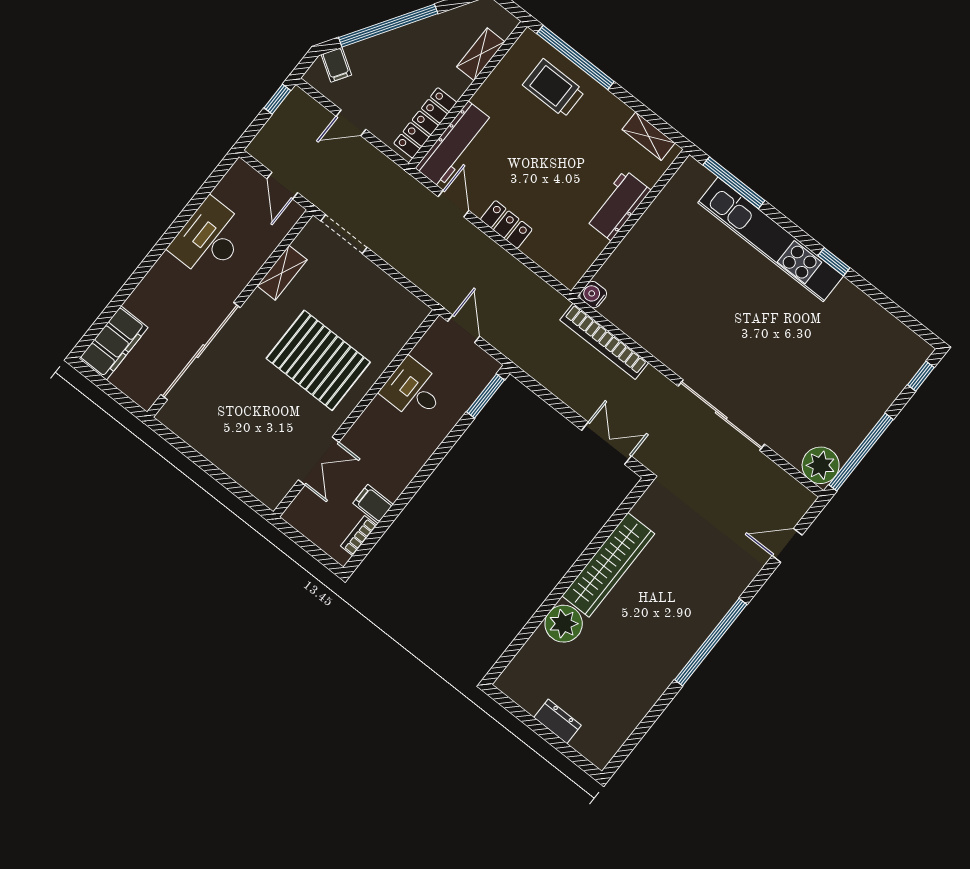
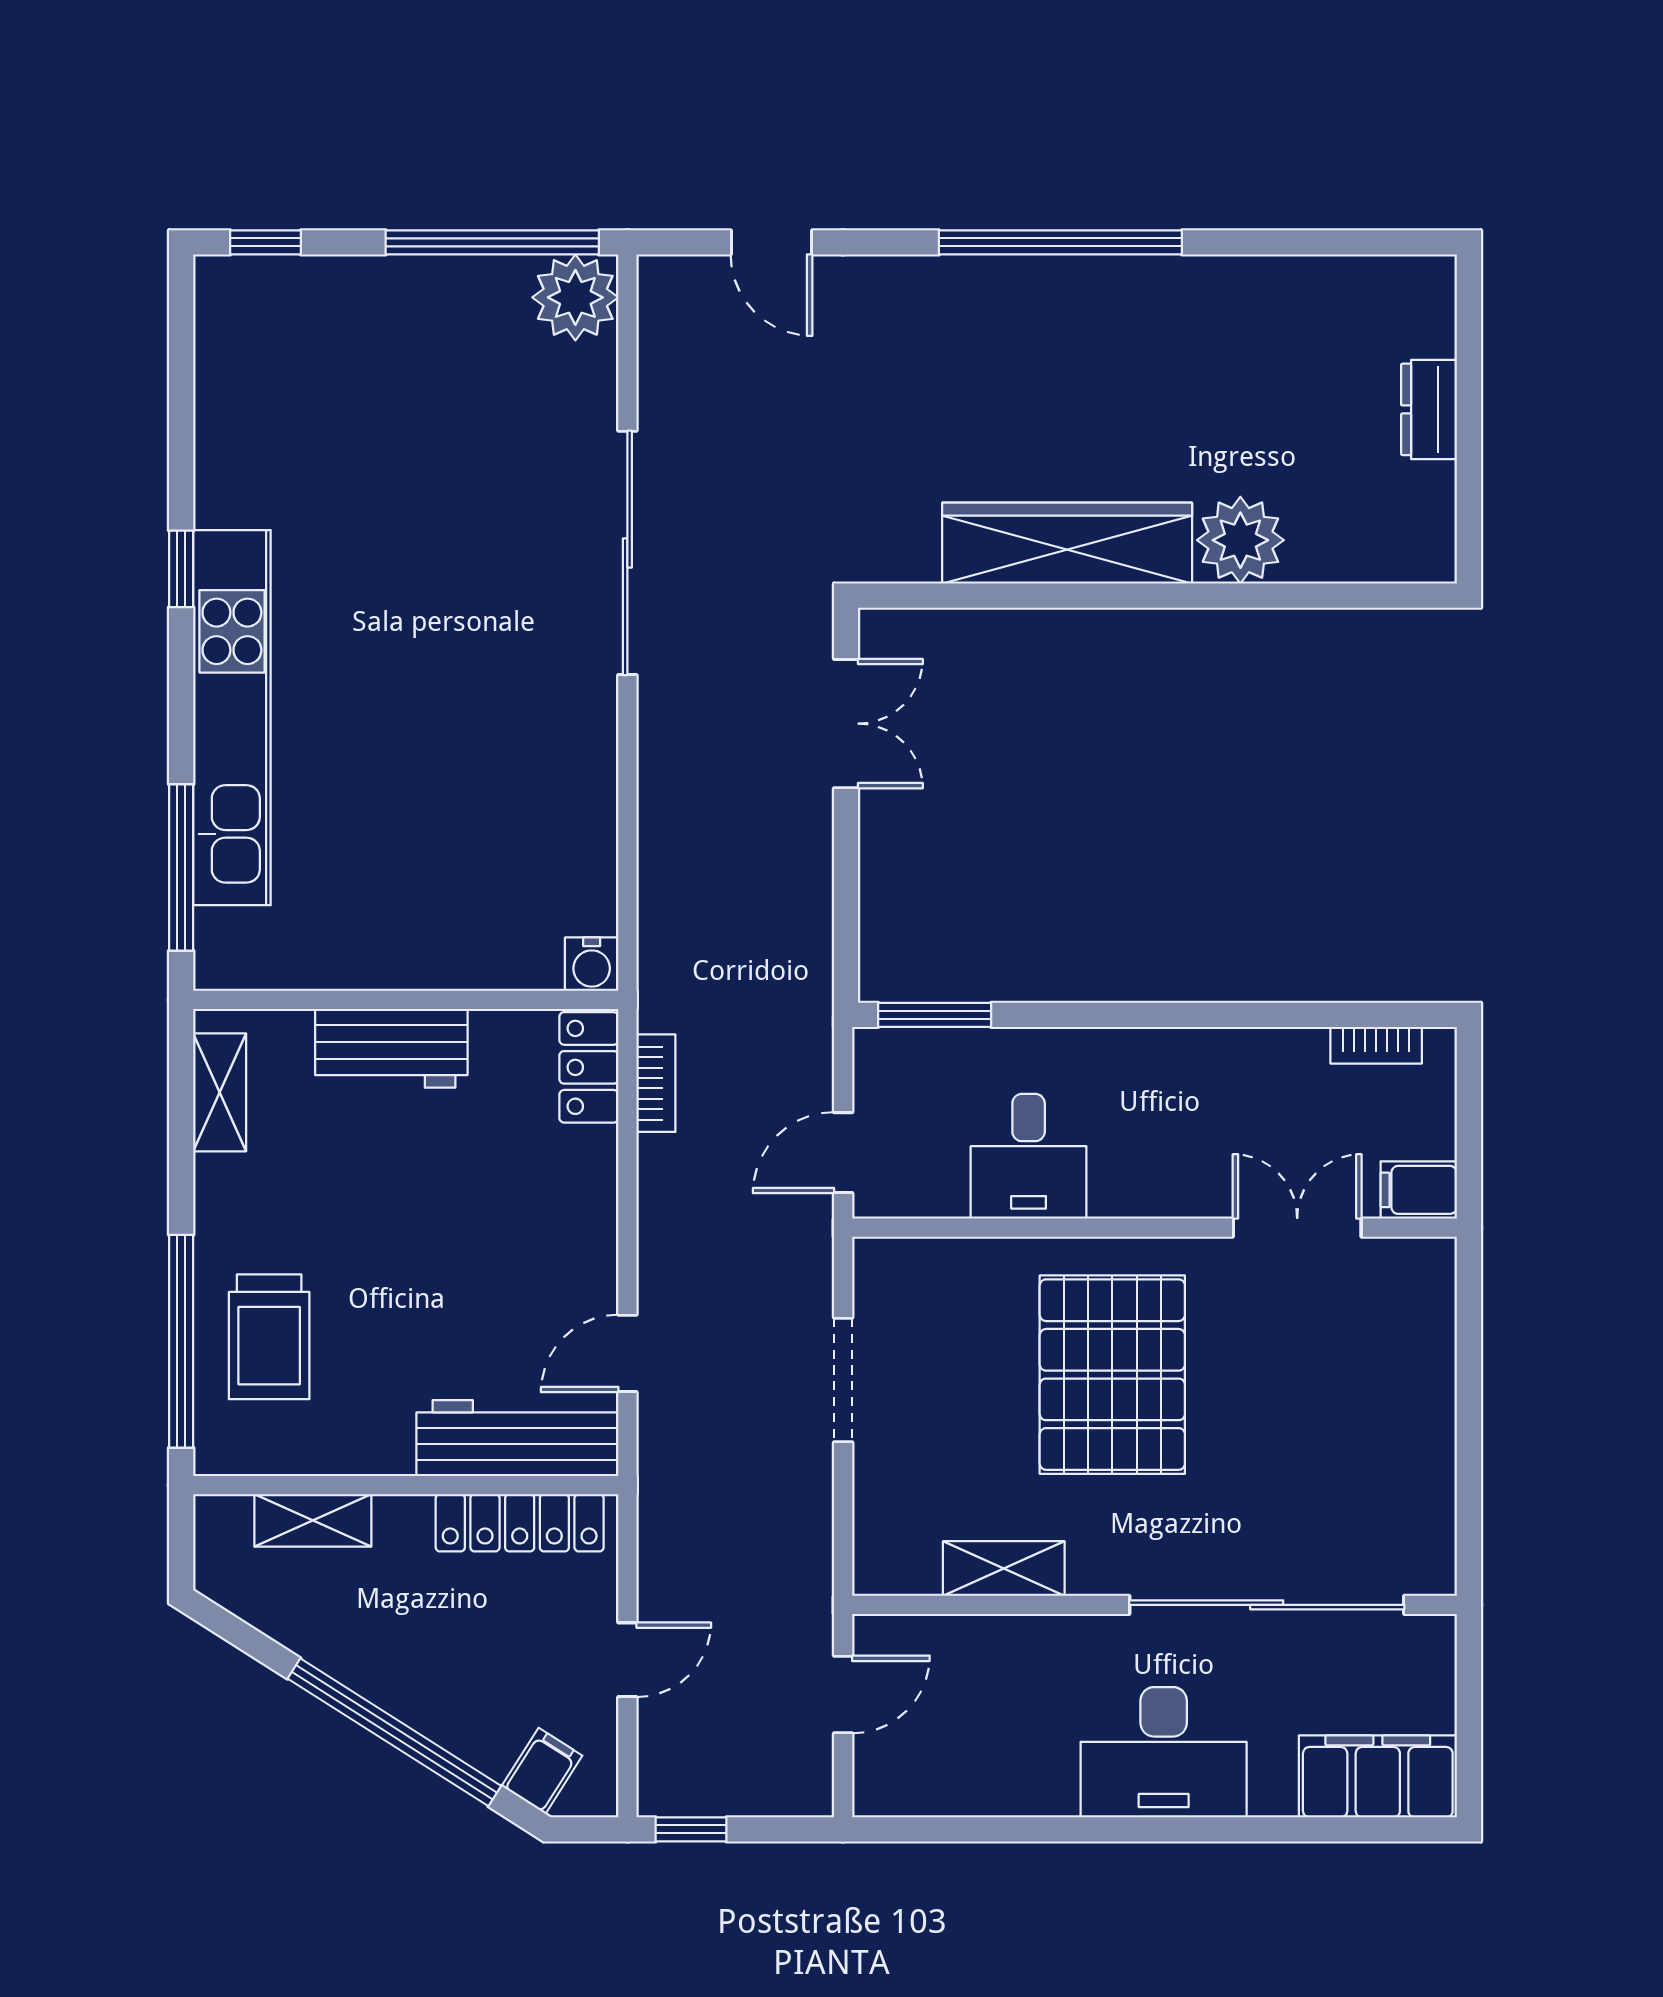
door: (351, 123) -> (627, 1660), hinge flipped
locker: (506, 224) -> (589, 1067), moved
doorway: (344, 234) -> (843, 1380), moved
desk: (209, 239) -> (1164, 1752), moved
bookcase: (604, 341) -> (656, 1083), moved, width x0.43, depth x0.76
double door: (606, 443) -> (846, 724), swing flipped
filing cabinet: (373, 504) -> (1419, 1190), moved, turned 90

